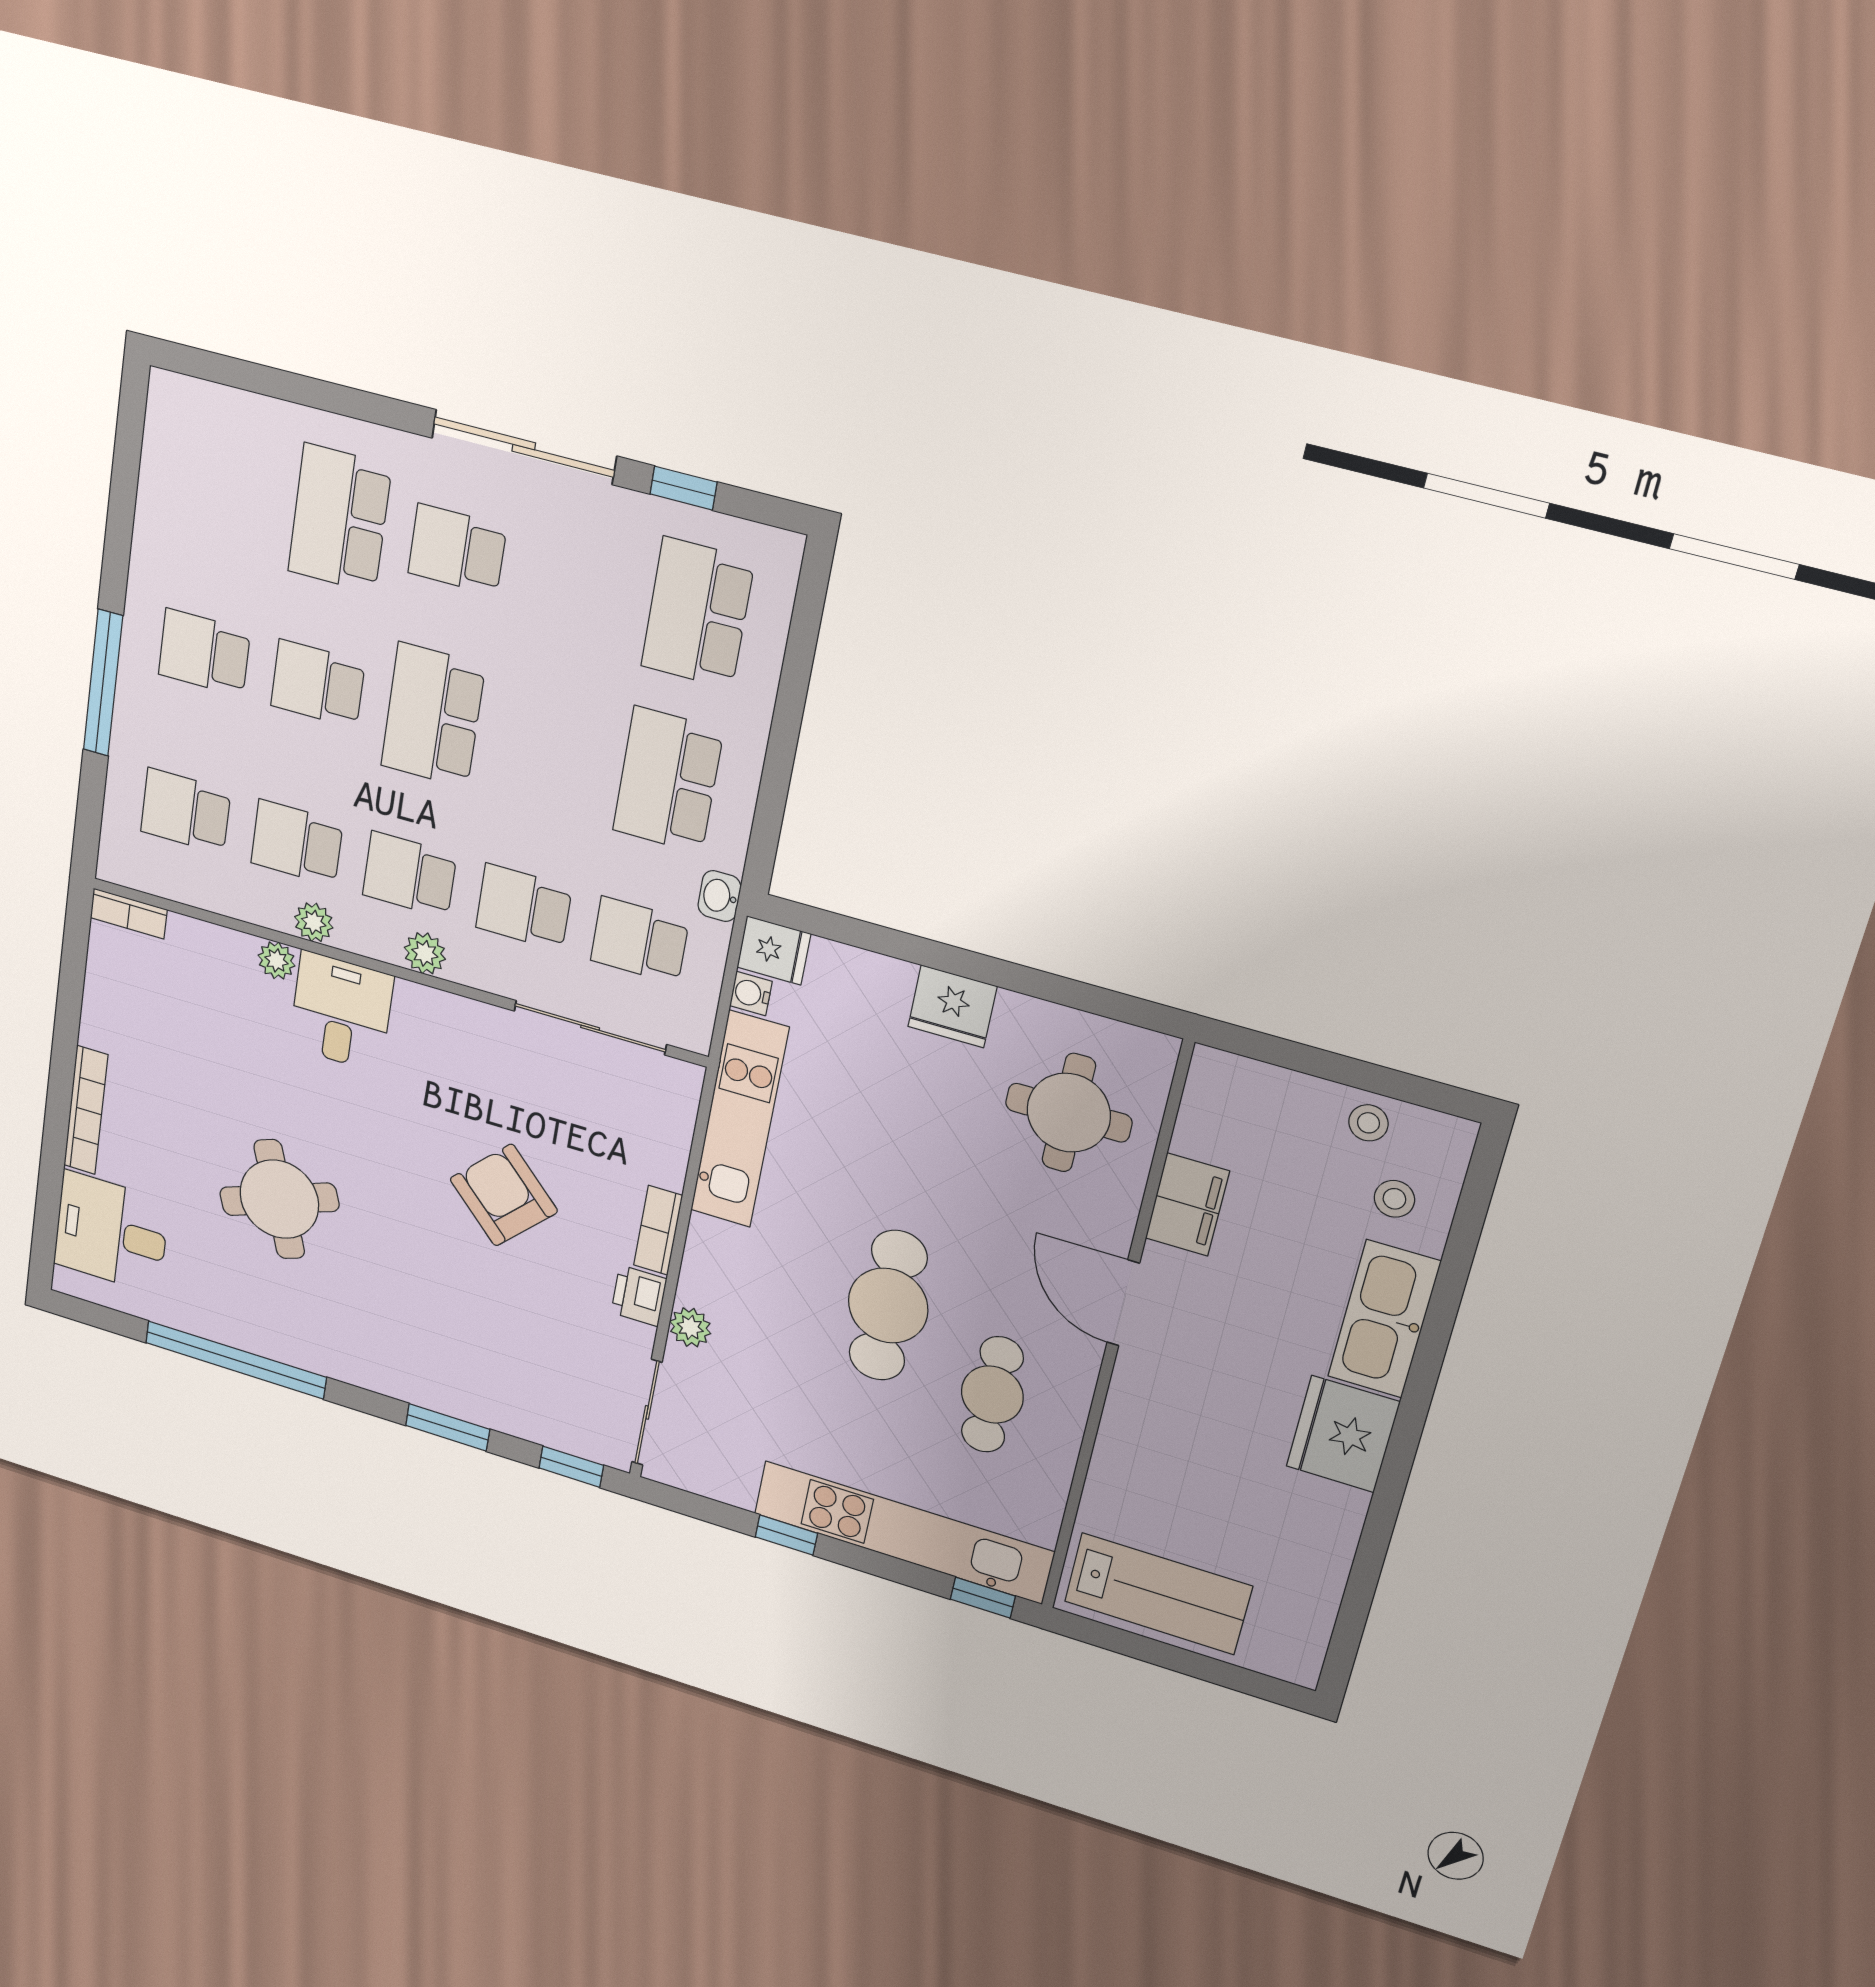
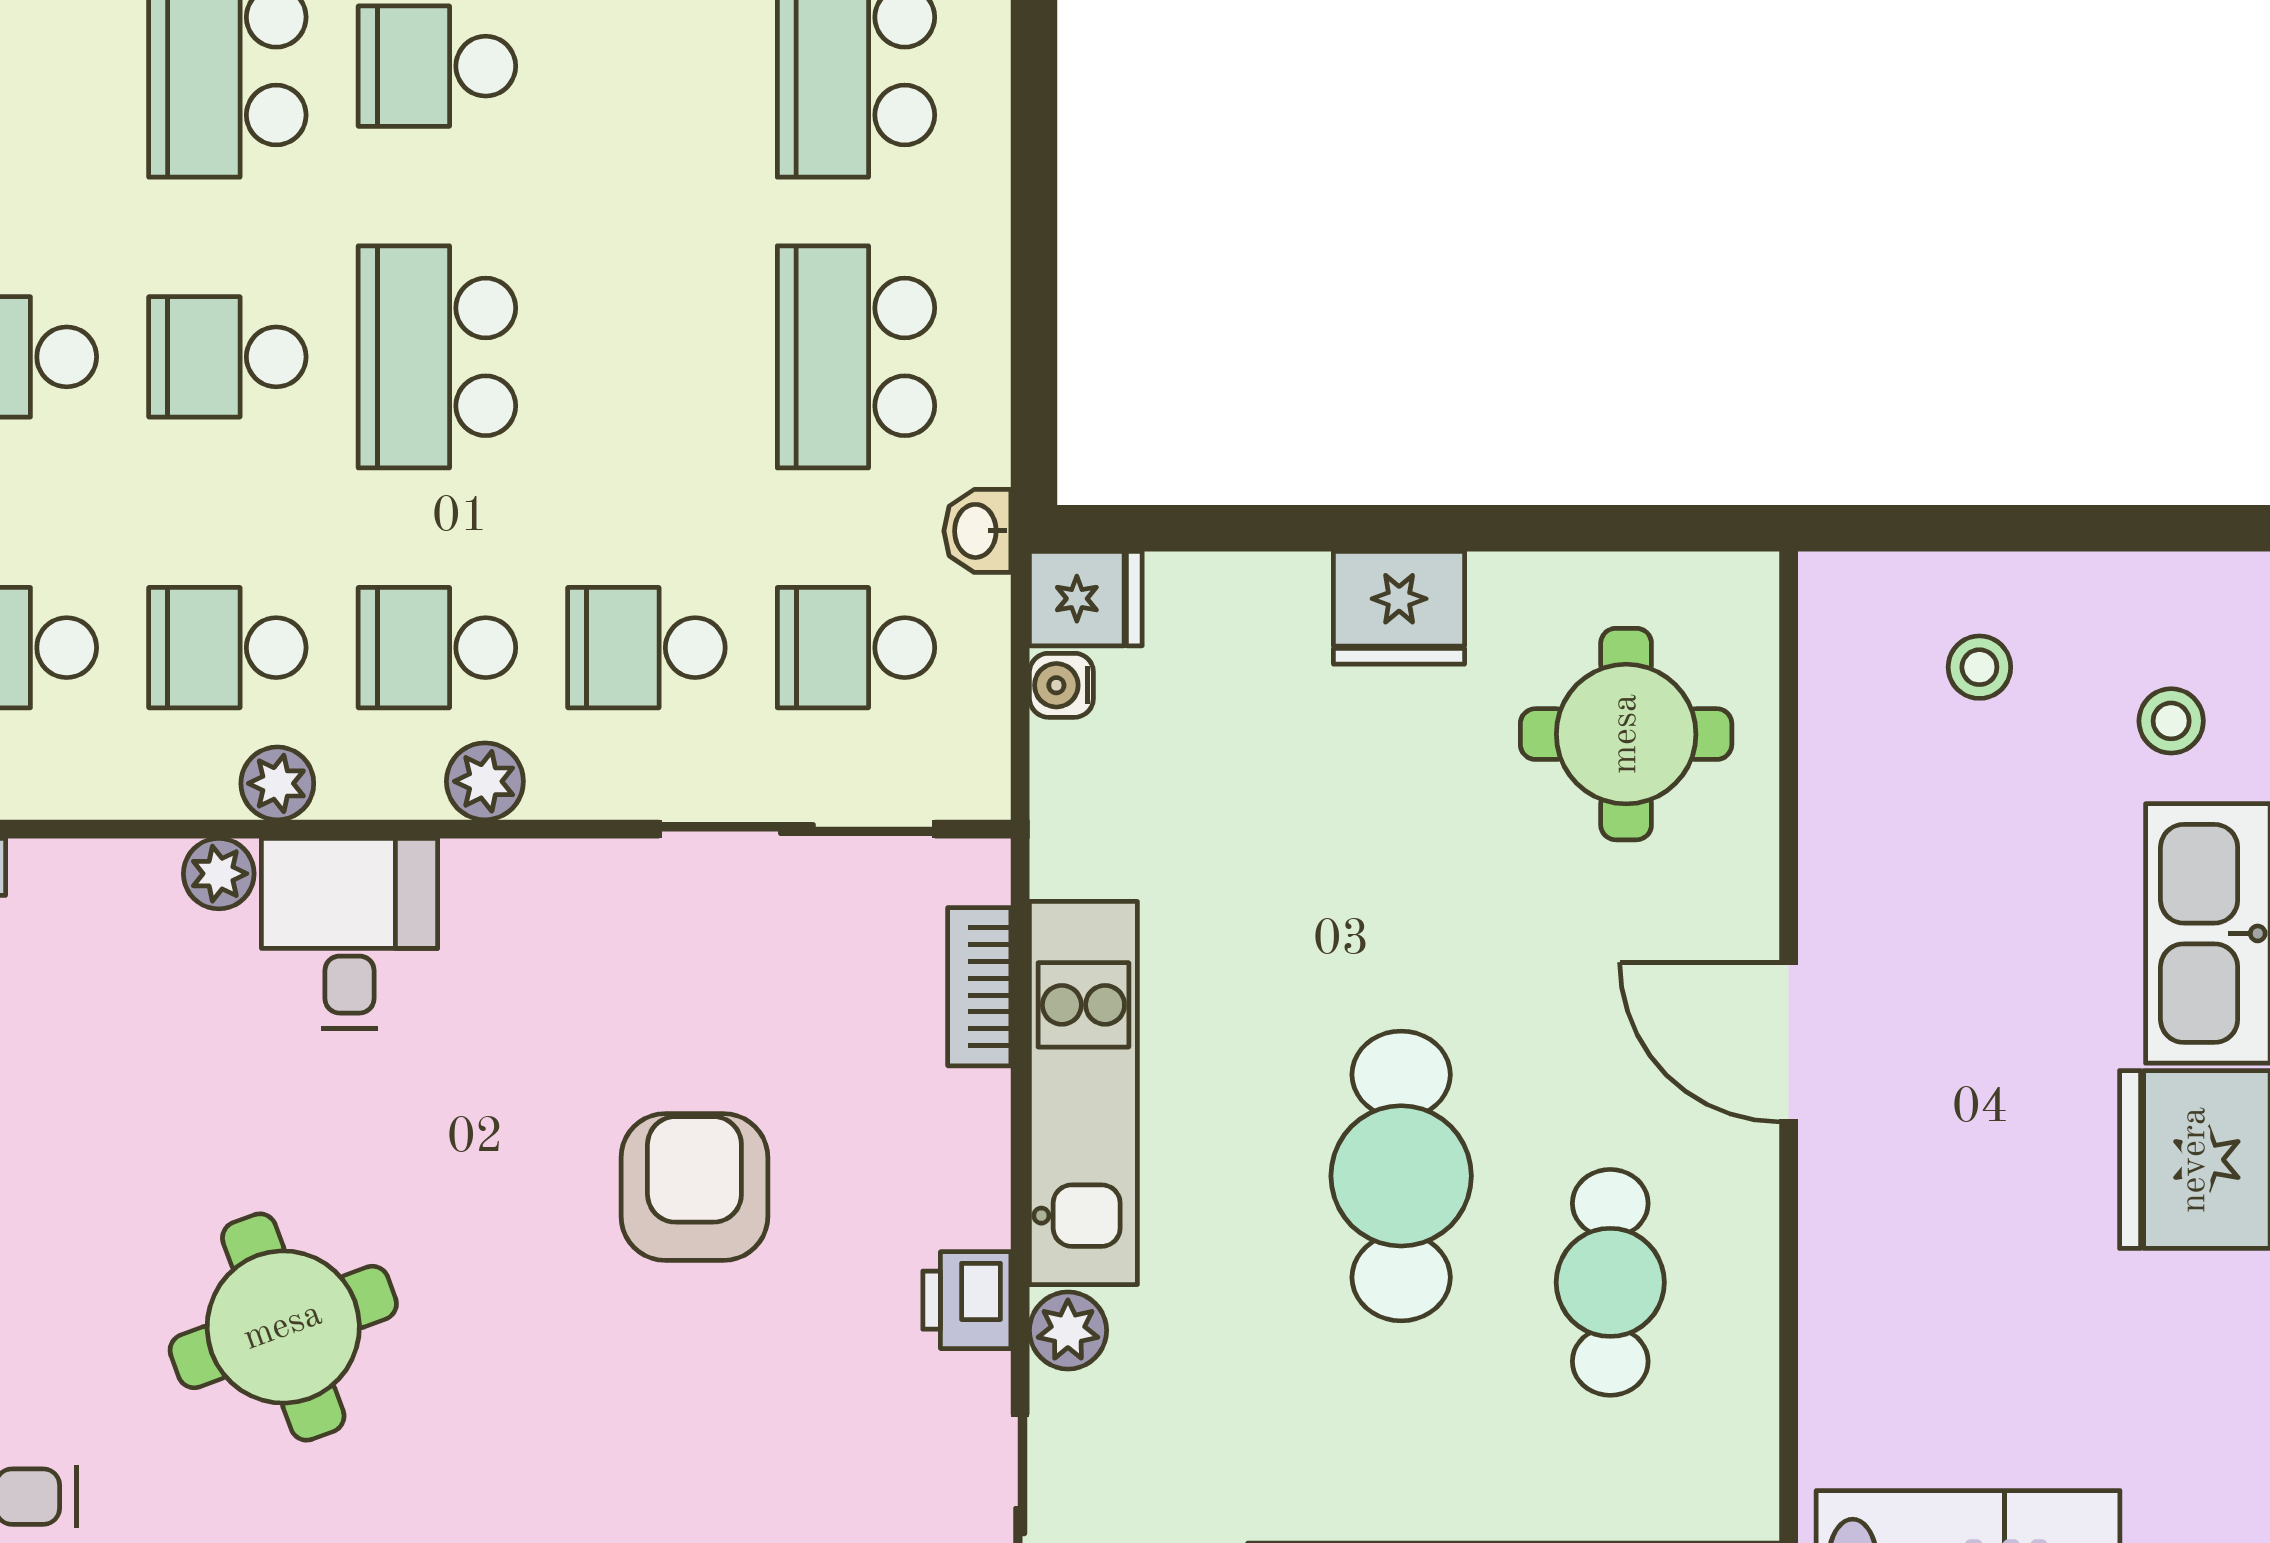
kitchen unit: (739, 1120) -> (1083, 1093), moved
stool: (1368, 1123) -> (1979, 667), moved
armchair: (504, 1195) -> (694, 1187), turned 45
filing cabinet: (1187, 1205) -> (1851, 834), removed
bookcase: (658, 1230) -> (979, 987), moved

